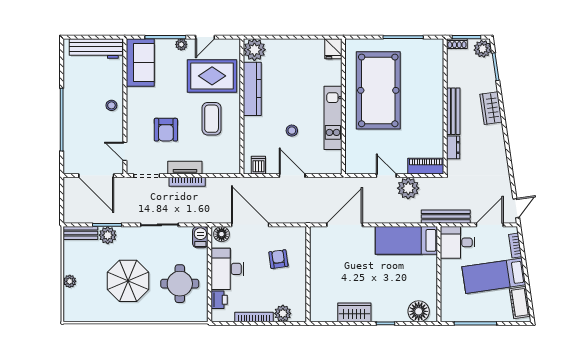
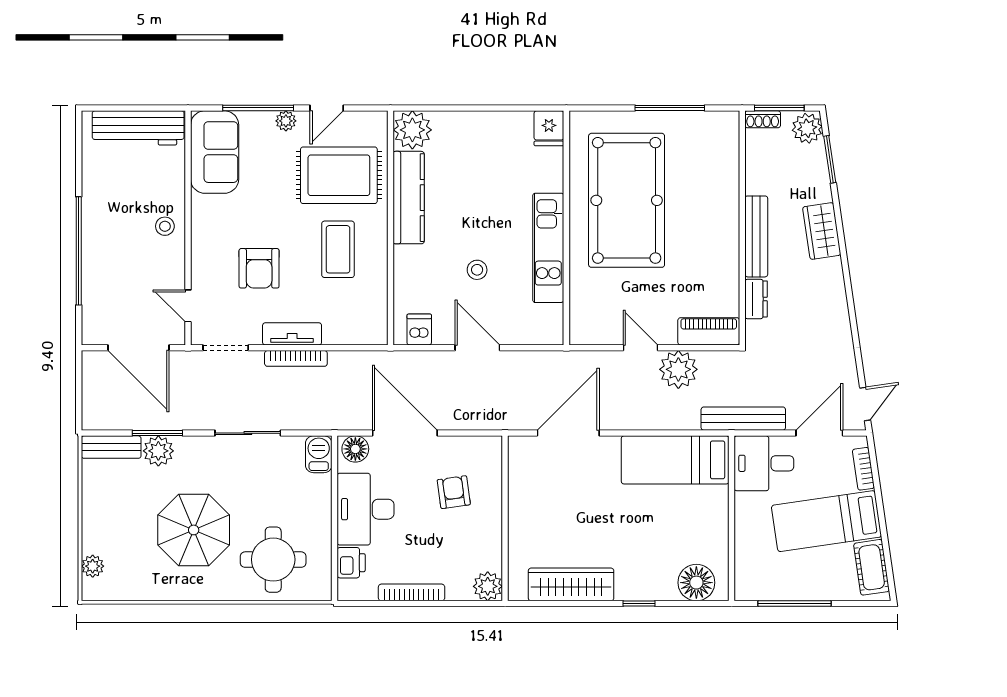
plant: (70, 281) -> (93, 566), moved
round table: (180, 284) -> (273, 560), moved
wardrobe: (354, 312) -> (571, 584), width x1.50
plant: (283, 313) -> (488, 586), moved

